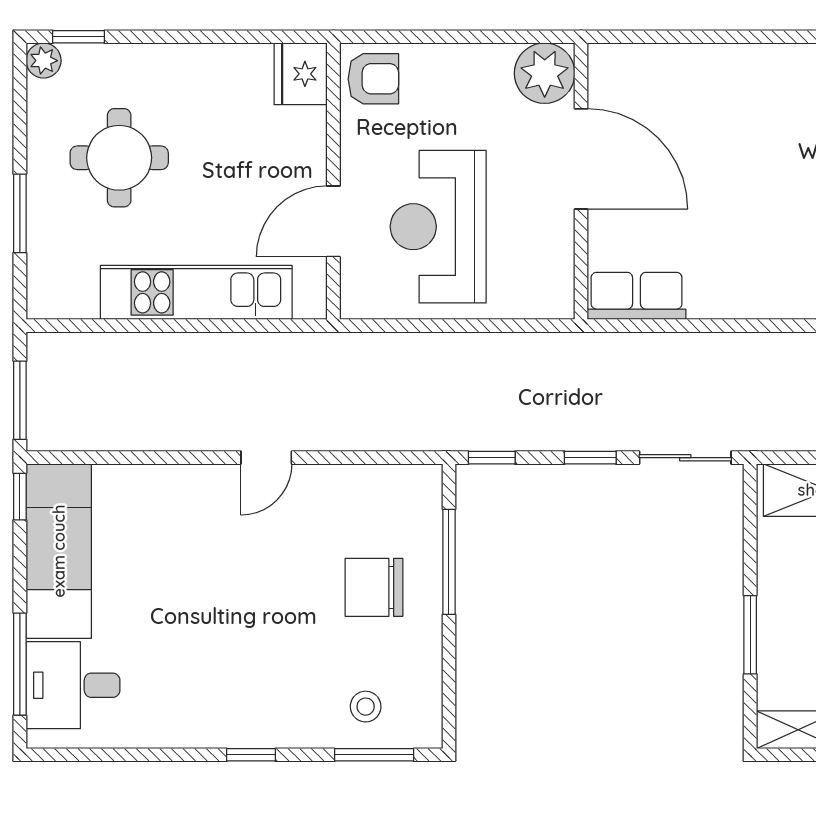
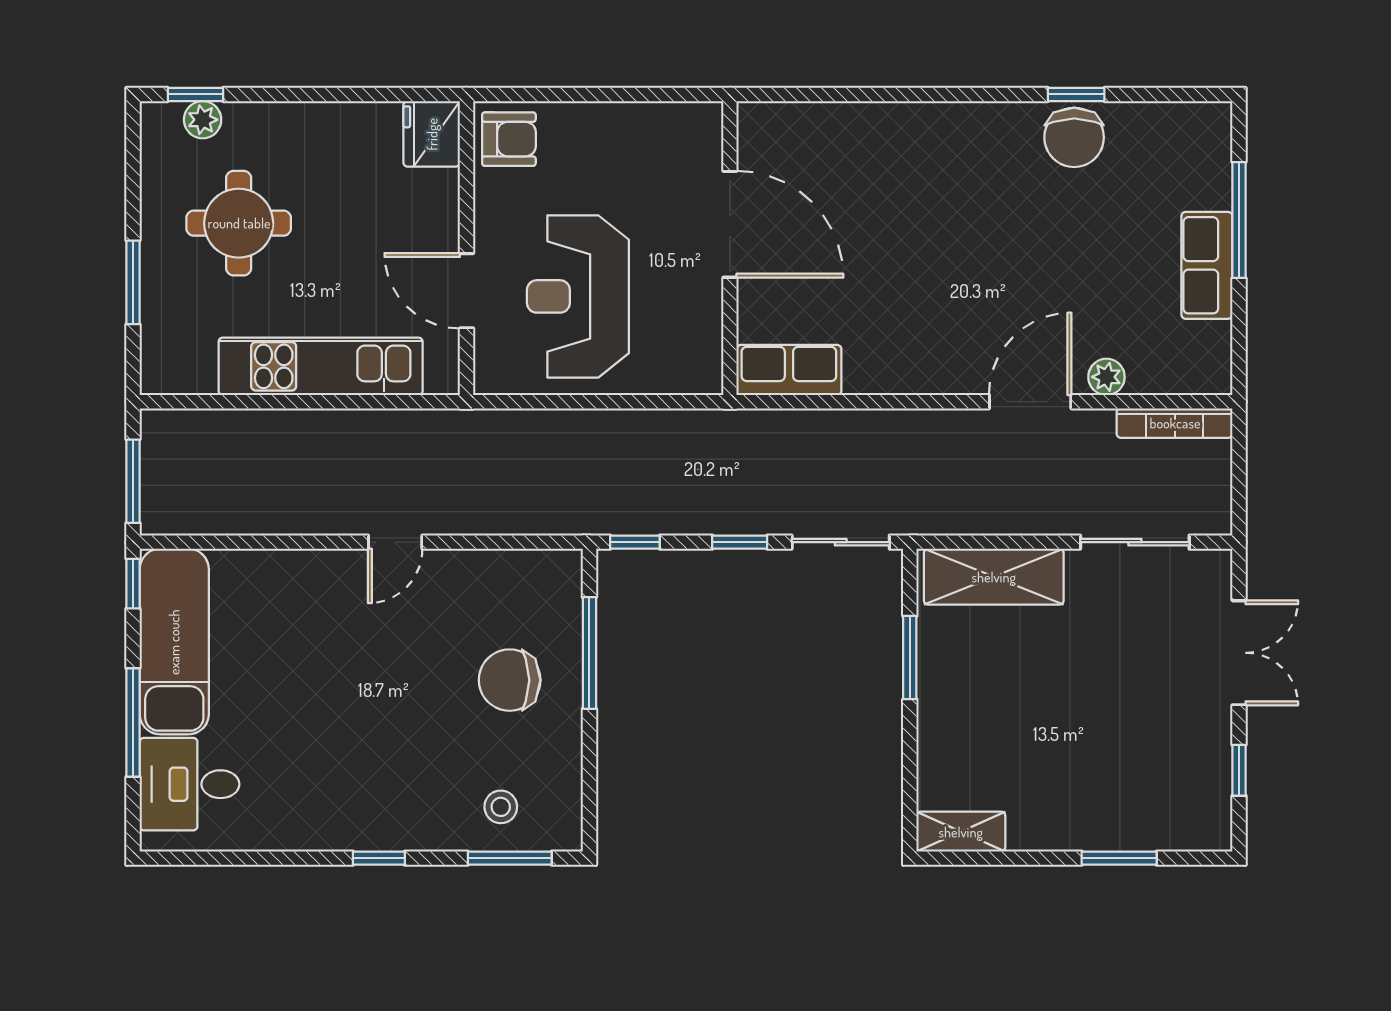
plant: (44, 61) -> (203, 120), moved
plant: (545, 73) -> (691, 133), removed
door: (333, 221) -> (467, 291), hinge flipped
window: (750, 635) -> (910, 658), moved
window: (20, 664) -> (133, 722), moved

